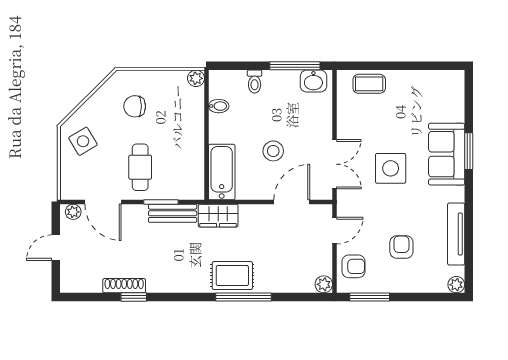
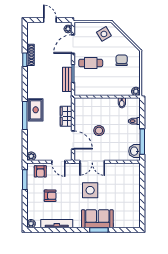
coffee table: (369, 84) -> (133, 179), removed
bathtub: (222, 172) -> (88, 104), removed
wardrobe: (218, 216) -> (66, 116), moved

